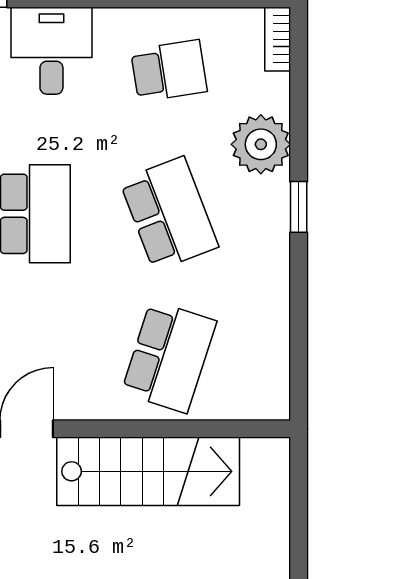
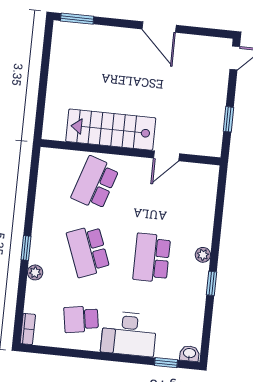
desk: (51, 51) -> (129, 334), width x1.37
plant: (261, 144) -> (35, 272), width x0.53, depth x0.53

